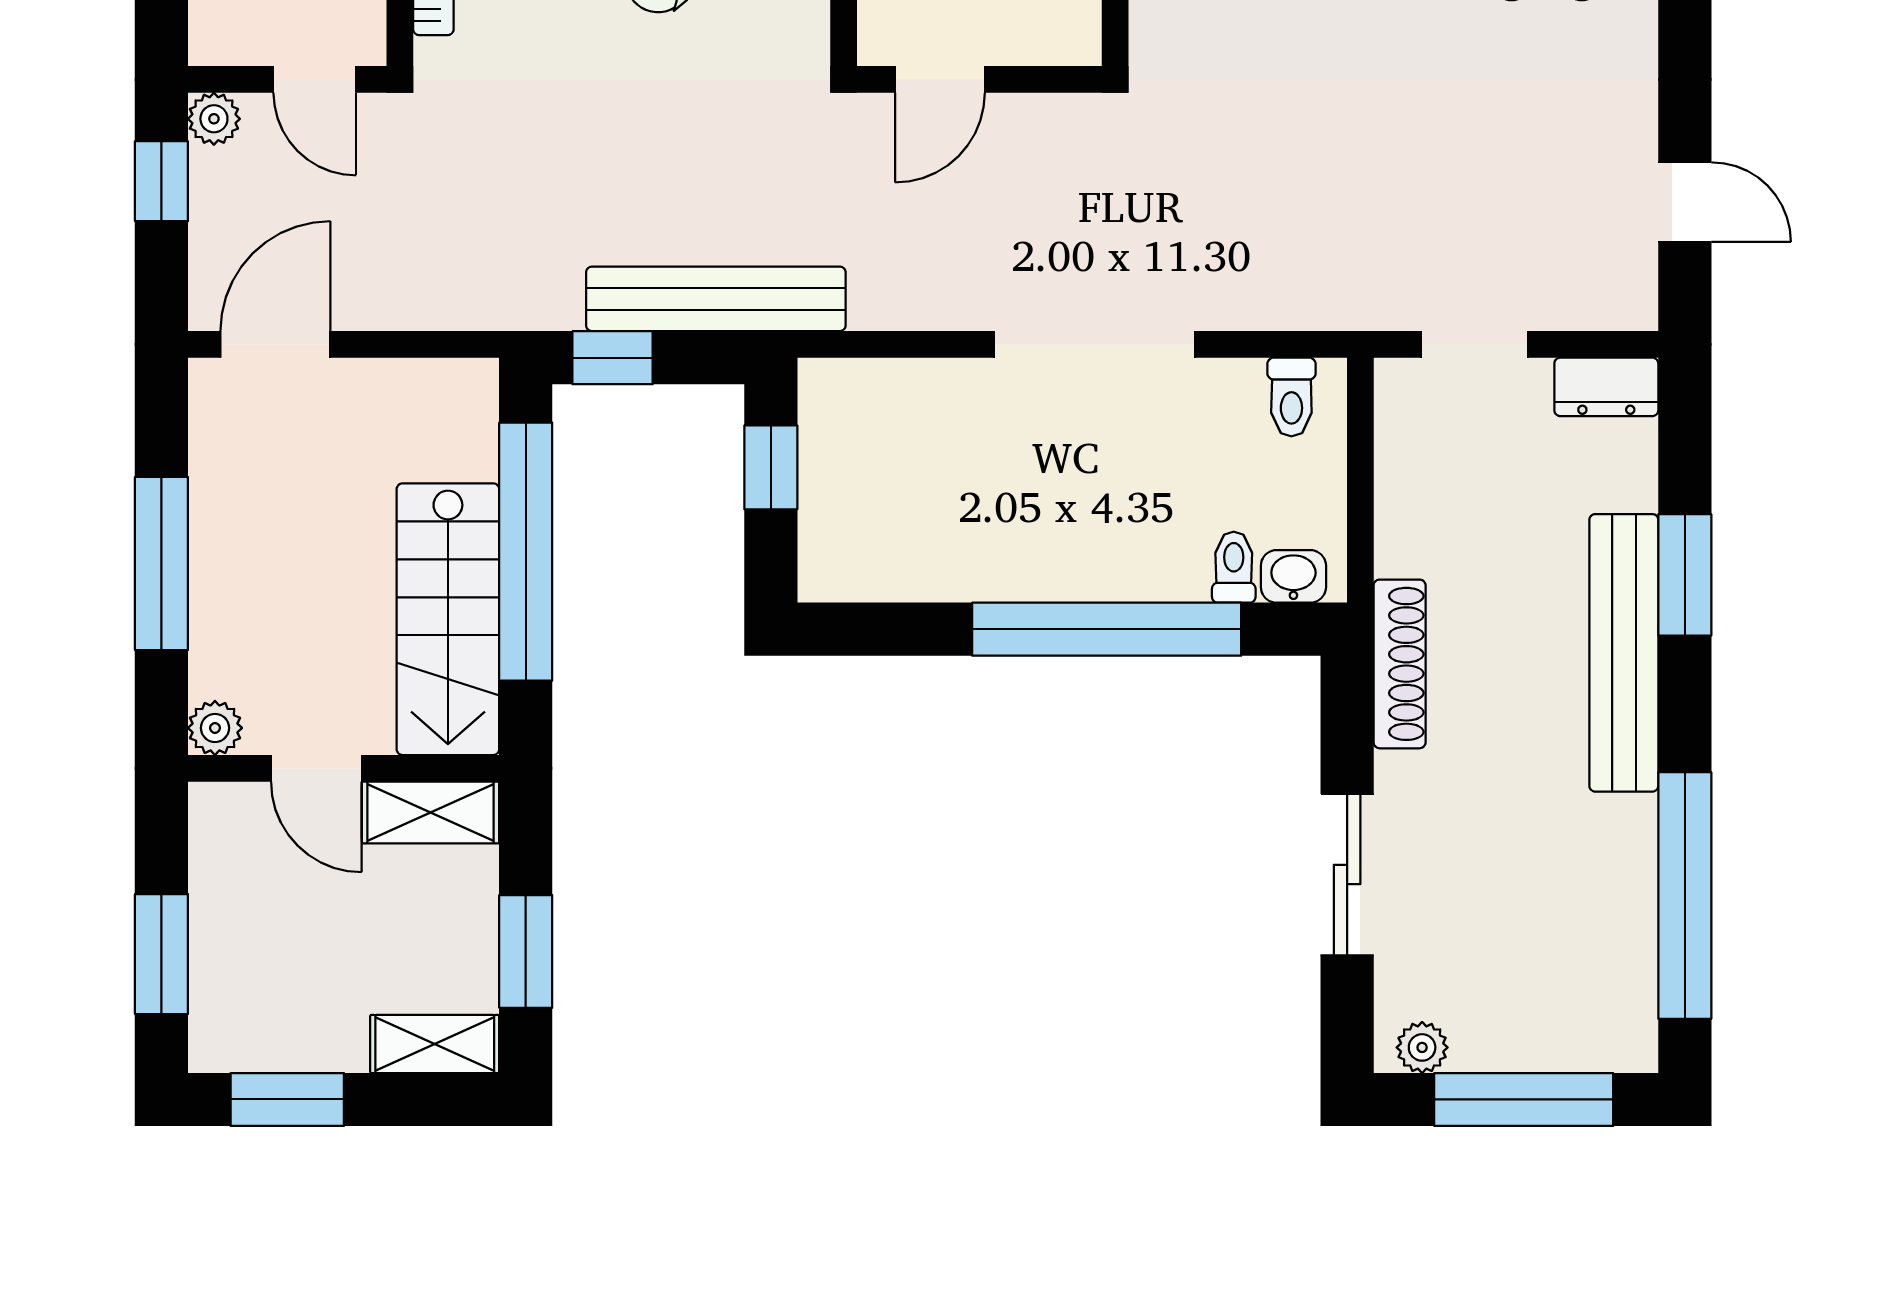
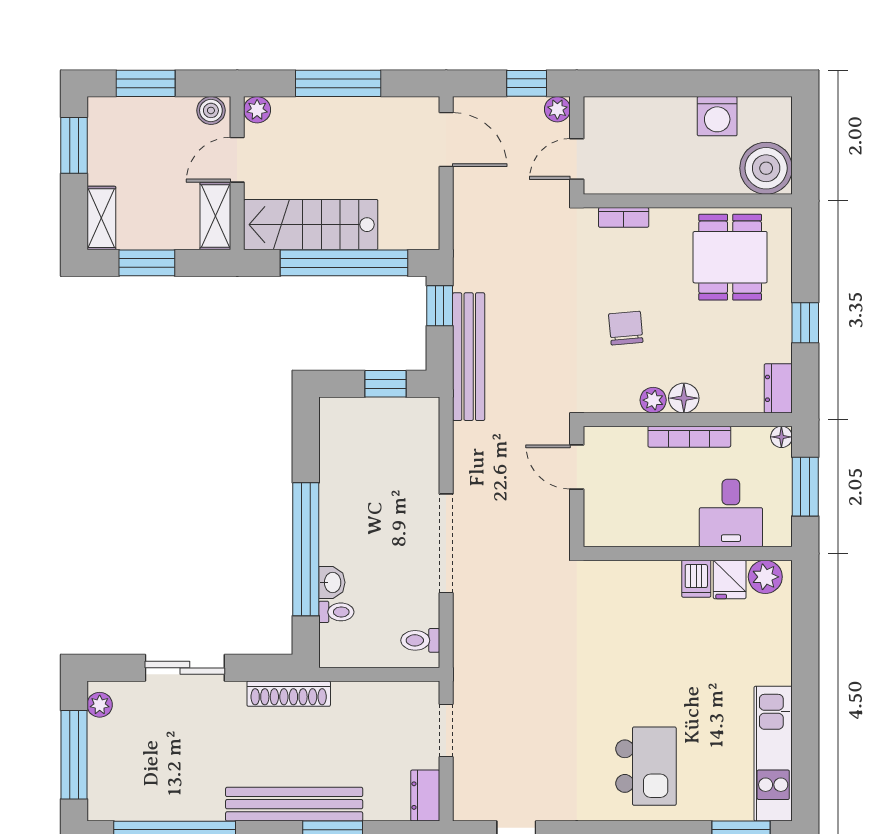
washbasin: (1293, 576) -> (332, 582), moved
boiler: (216, 822) -> (211, 110), added

